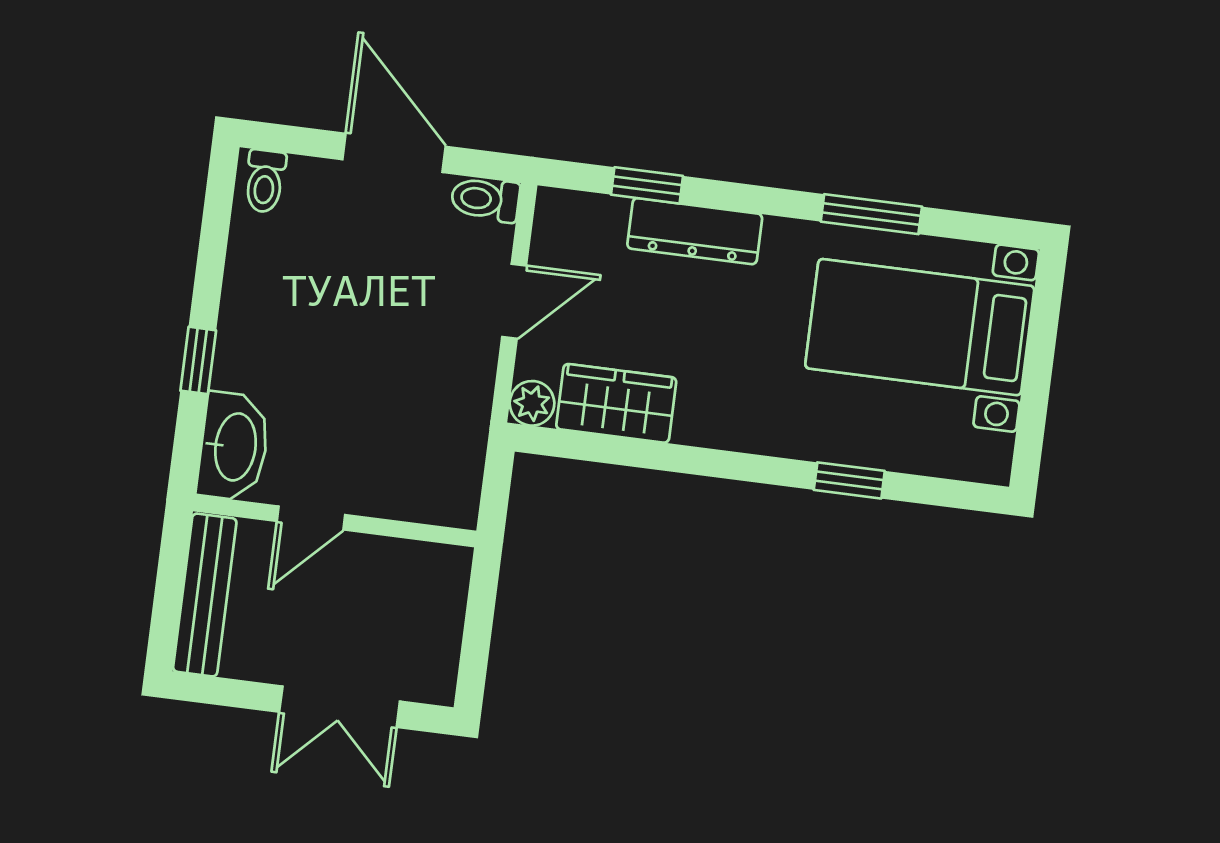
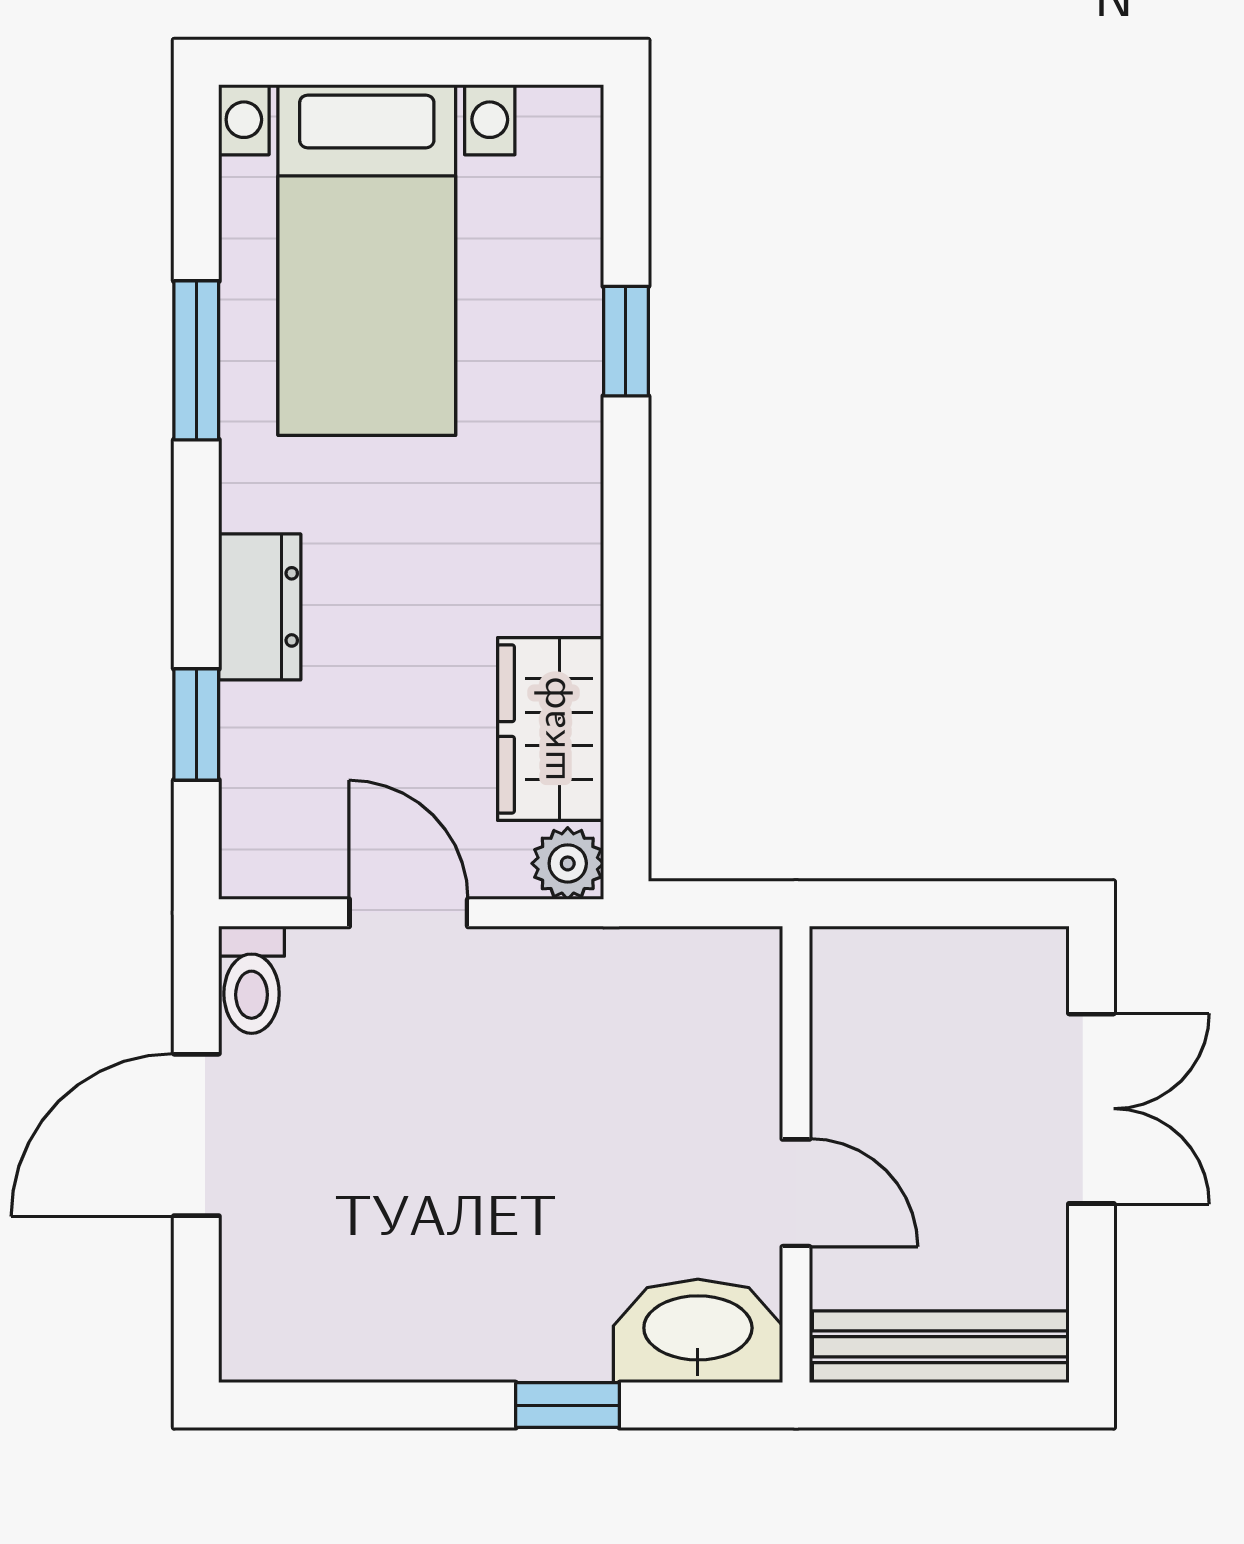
toilet: (265, 181) -> (268, 1335), removed
dresser: (695, 231) -> (260, 607), width x0.70

